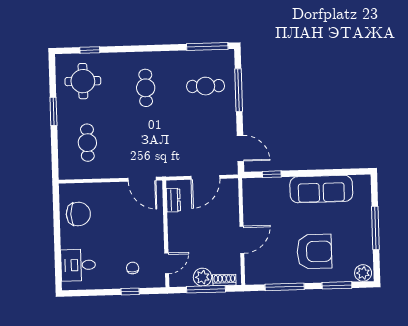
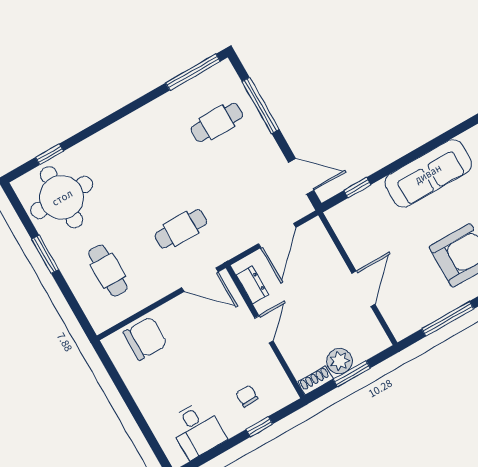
round table: (83, 81) -> (62, 197), width x1.36, depth x1.36
cafe table: (146, 88) -> (181, 229), moved, turned 90
chair: (78, 214) -> (145, 338), moved
door: (167, 263) -> (264, 329), moved
desk: (78, 265) -> (197, 430), moved, turned -90
shoe rack: (224, 280) -> (315, 380), moved
window: (206, 289) -> (352, 374), width x0.69

